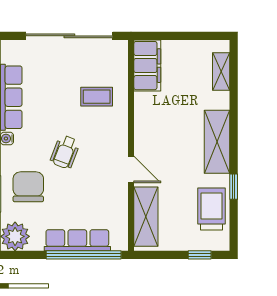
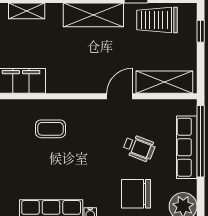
coffee table: (97, 97) -> (51, 129), turned 90
wheelchair: (65, 152) -> (139, 148), moved

